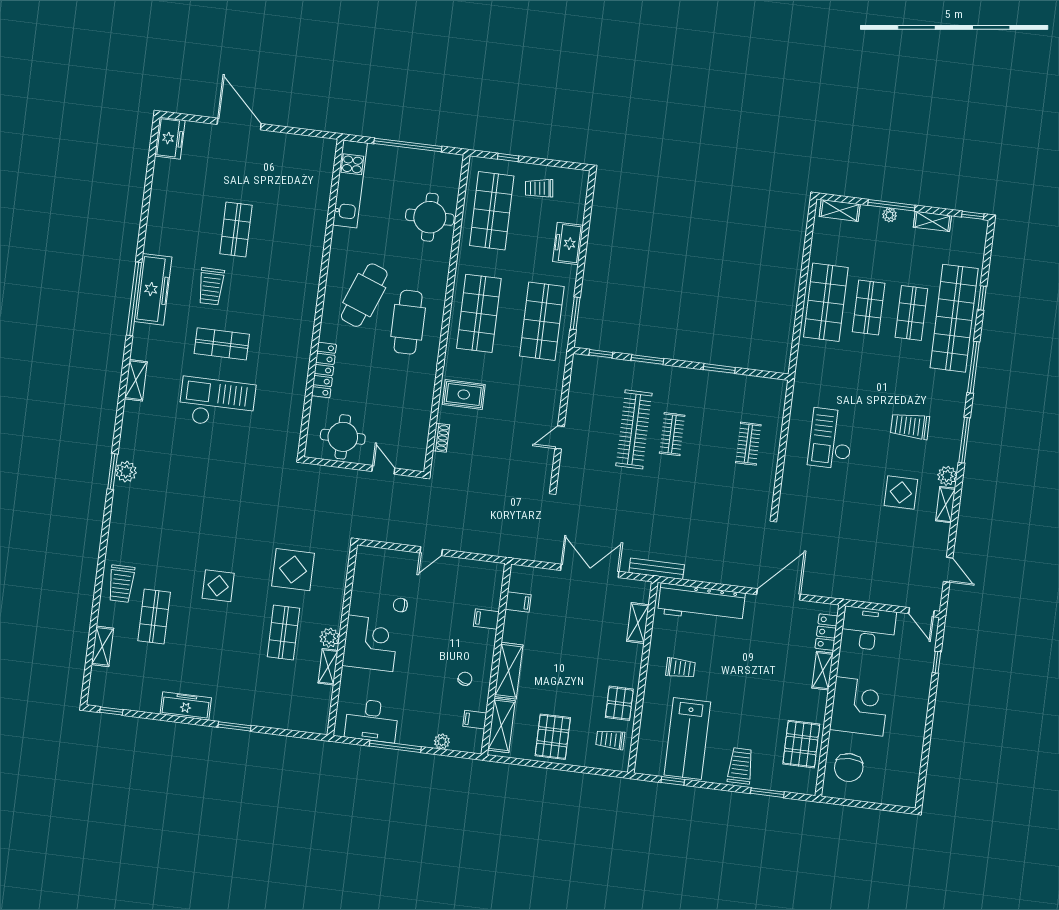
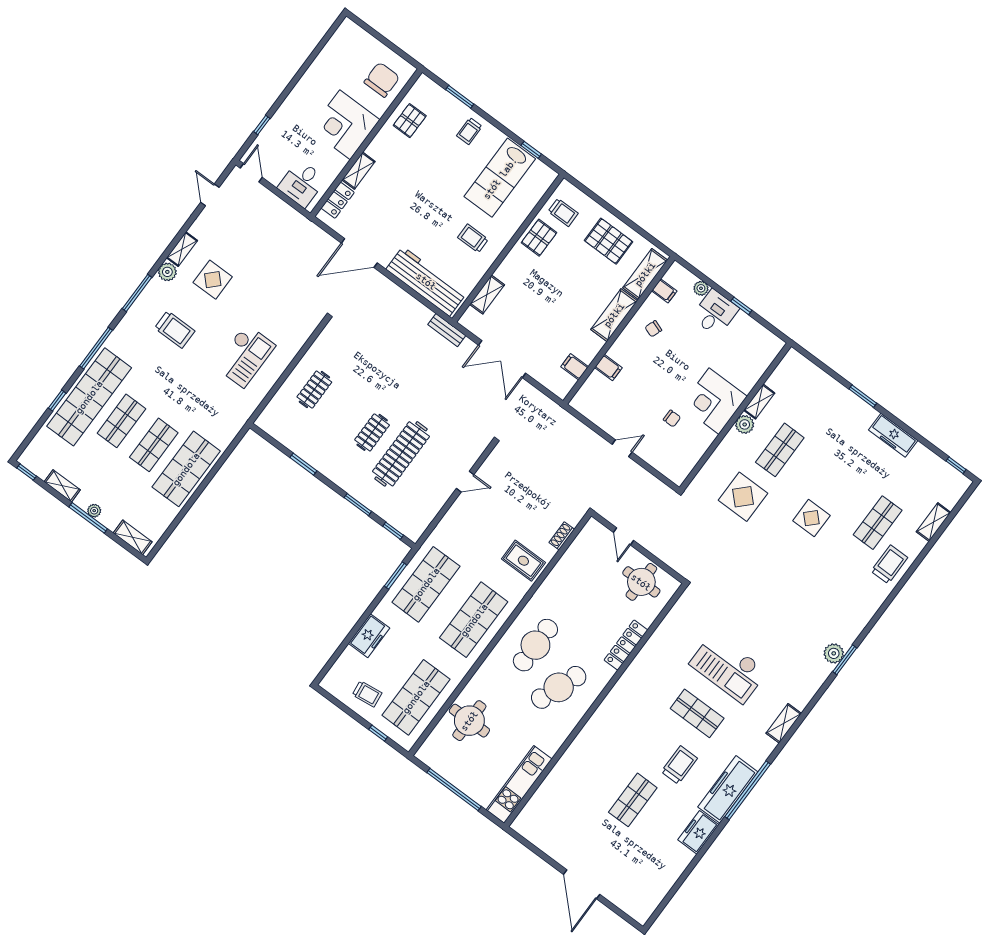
freezer: (170, 138) -> (698, 832), moved
bench: (657, 569) -> (447, 330), width x0.73
desk: (869, 629) -> (302, 183), width x0.73
desk: (372, 721) -> (715, 313), moved, width x0.73
pallet: (553, 737) -> (609, 241), turned 90
lab bench: (687, 739) -> (500, 178), turned 180
pallet: (801, 744) -> (410, 121), width x0.67, depth x0.71
window: (395, 746) -> (741, 306), width x0.46
trolley: (740, 766) -> (469, 131), width x0.73, depth x0.72

